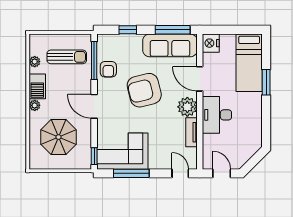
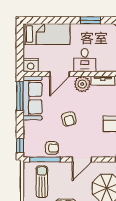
window: (128, 30) -> (20, 145), moved
window: (266, 82) -> (90, 20), moved
armchair: (144, 90) -> (69, 119), width x0.53, depth x0.53
desk: (217, 115) -> (85, 60), width x0.73

